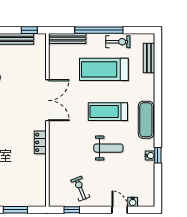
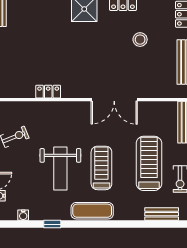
locker: (40, 142) -> (48, 92), moved
weight bench: (108, 148) -> (60, 168), width x1.36, depth x1.33
water cooler: (150, 156) -> (23, 215), moved

